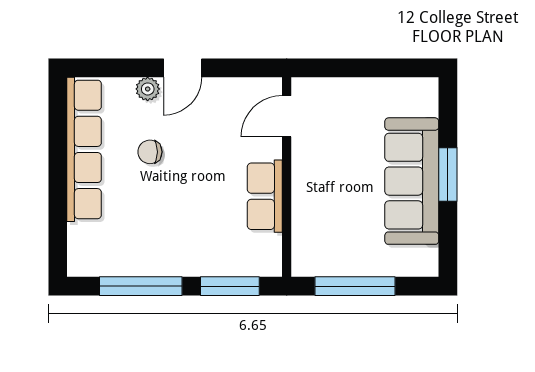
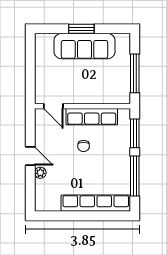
row of seats: (84, 149) -> (96, 203), moved
chair: (150, 152) -> (84, 146), moved
row of seats: (265, 196) -> (92, 117), width x1.48

